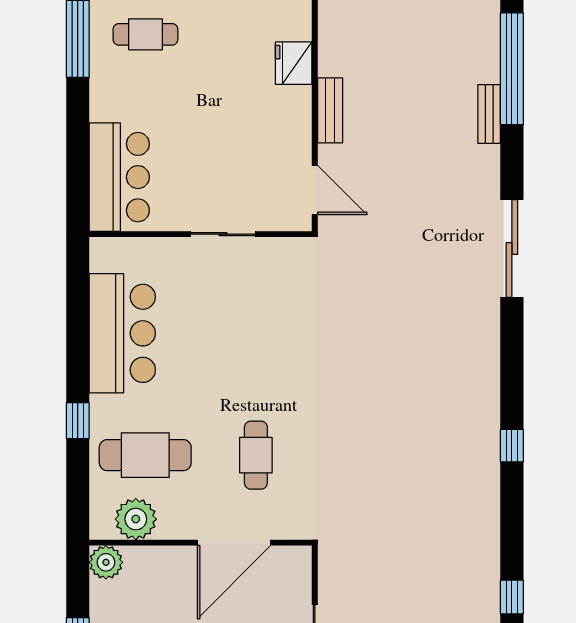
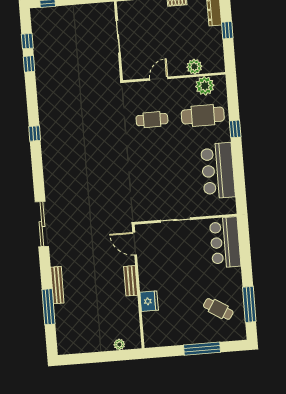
cafe table: (145, 34) -> (218, 309), turned 32
window: (512, 69) -> (49, 307), width x0.68
bench: (489, 114) -> (57, 285), width x1.36
cafe table: (256, 455) -> (152, 120), turned 90
door: (234, 543) -> (159, 79), width x0.53
plant: (106, 562) -> (194, 67), moved

